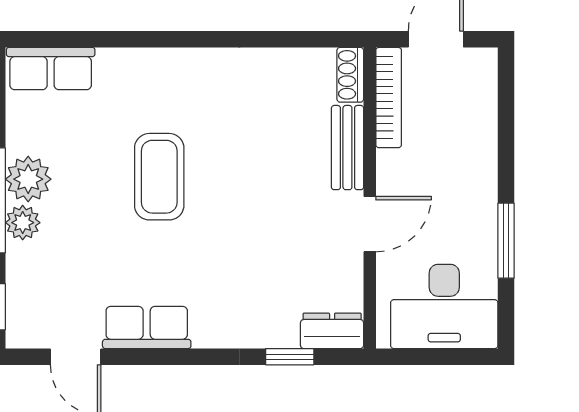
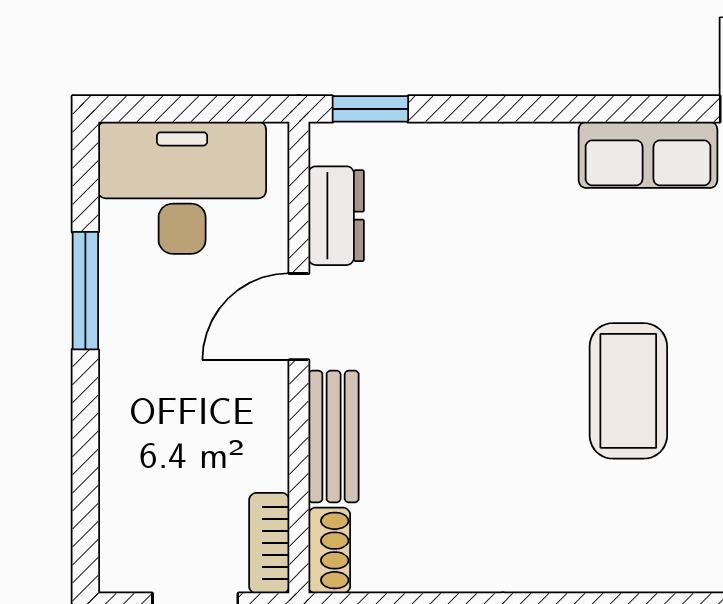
bookcase: (389, 98) -> (269, 543), width x0.64
dresser: (332, 331) -> (336, 216), moved, turned -90
window: (290, 357) -> (370, 109), moved

